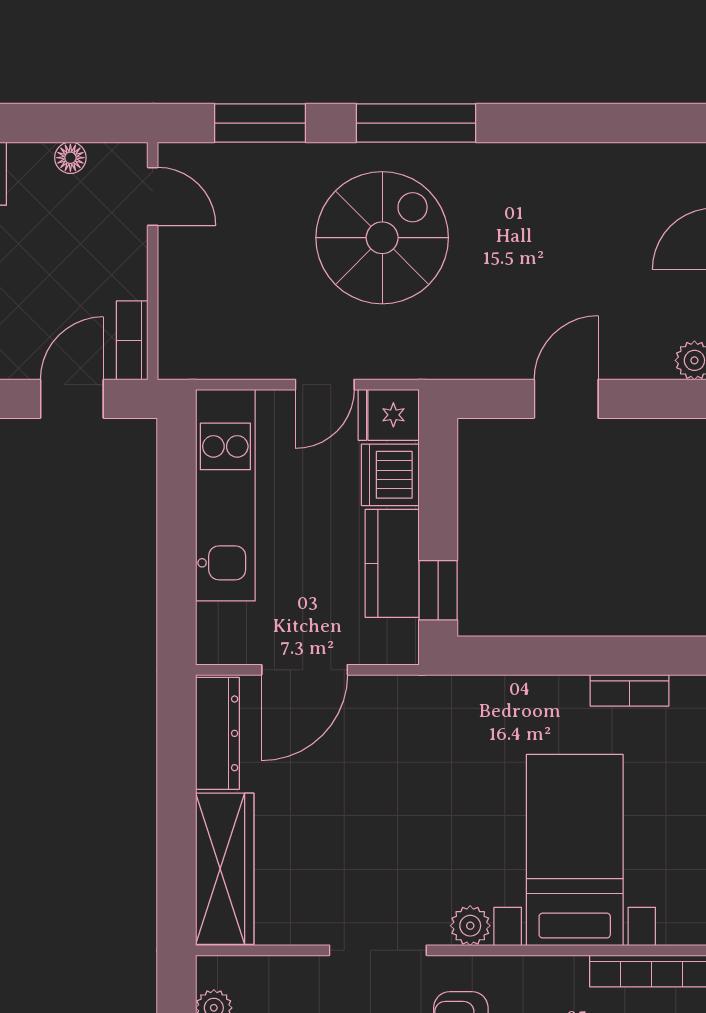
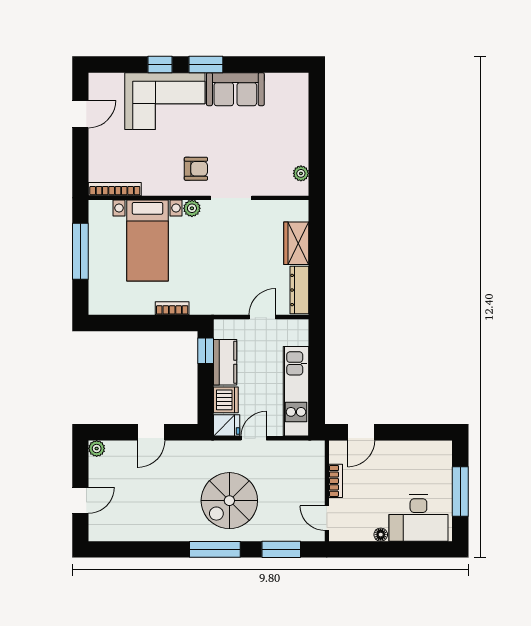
floor lamp: (70, 158) -> (381, 535), moved
bookcase: (132, 340) -> (336, 481), moved
door: (305, 670) -> (262, 317), width x0.73
bookcase: (630, 690) -> (172, 308), moved
wardrobe: (225, 869) -> (296, 243), width x0.67

